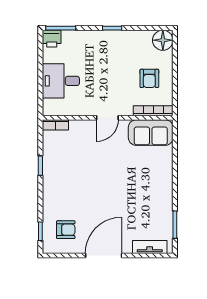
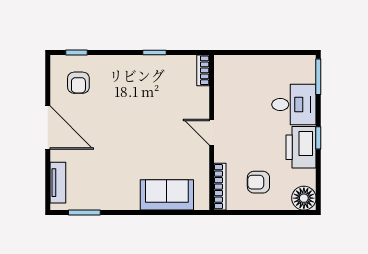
printer: (52, 39) -> (301, 147), moved, width x1.87, depth x1.48
desk: (61, 81) -> (294, 104), moved, turned 90
sofa: (151, 133) -> (167, 195), moved, turned 90

